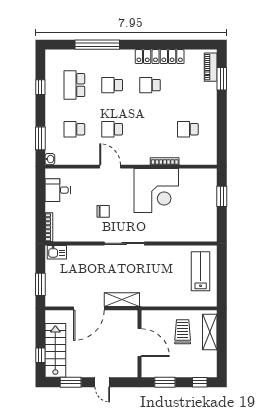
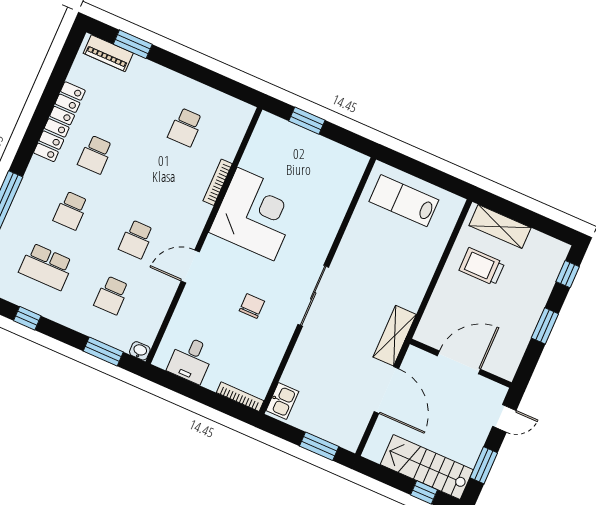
door: (139, 343) -> (459, 362), moved
wall: (139, 344) -> (461, 363), moved

